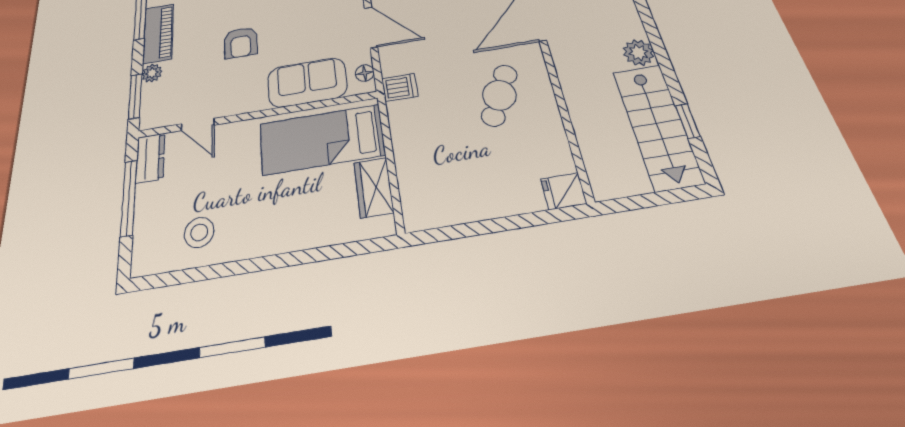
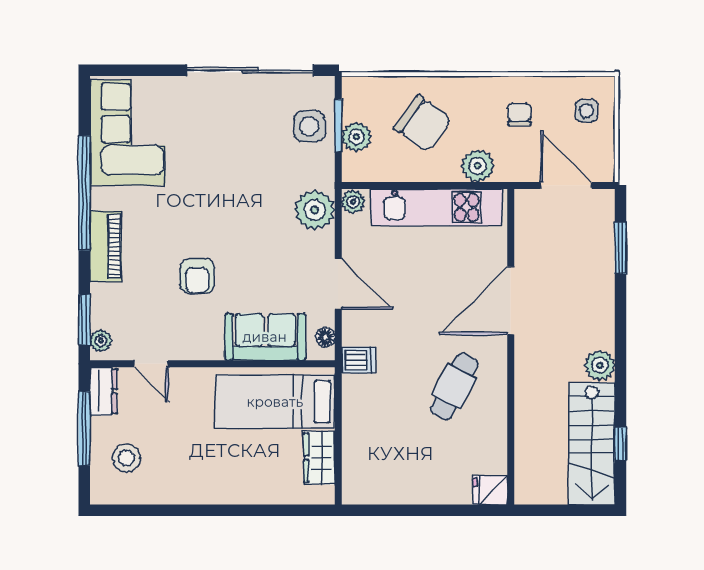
plant: (152, 73) -> (101, 341), moved
stool: (199, 232) -> (126, 458), moved

